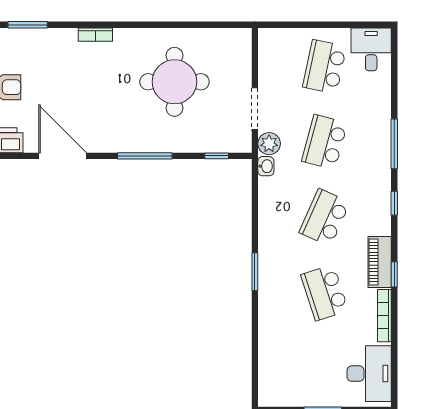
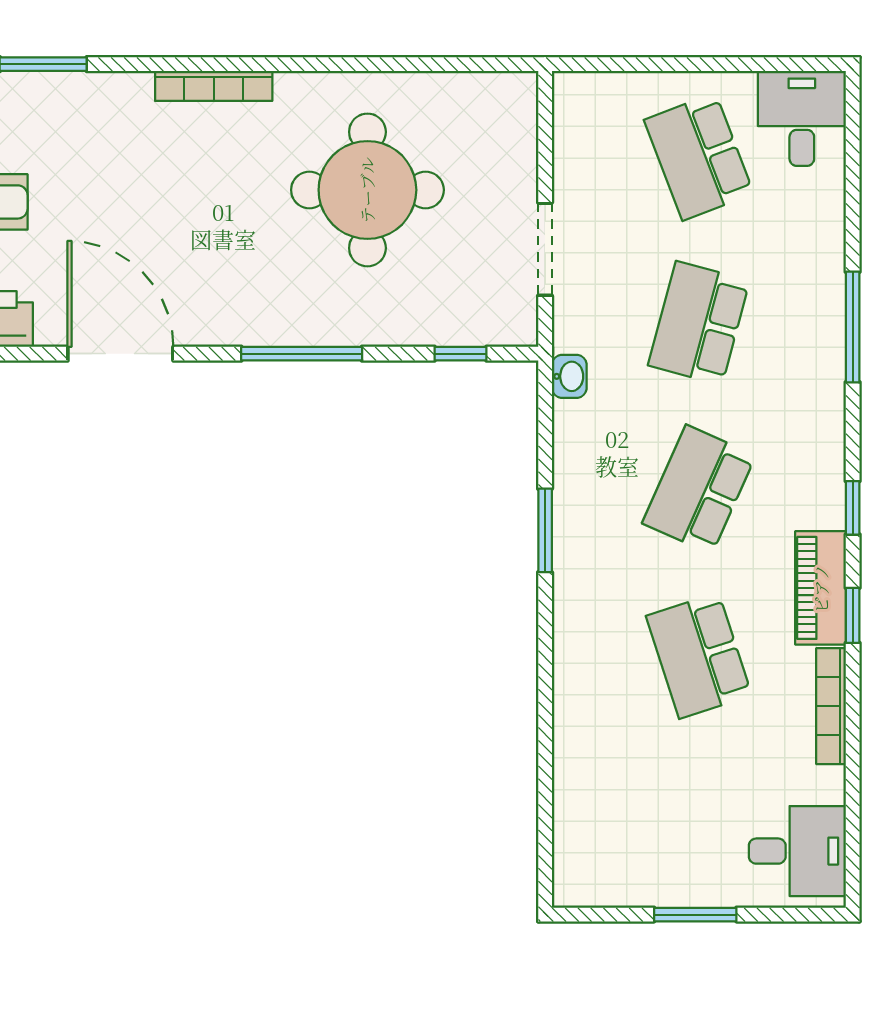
bookcase: (95, 35) -> (214, 86), width x1.56
school desk: (325, 67) -> (699, 157), turned -33
plant: (269, 144) -> (576, 327), removed
window: (394, 203) -> (853, 508), moved
window: (255, 272) -> (545, 530), moved
desk: (369, 374) -> (797, 851), width x0.73

